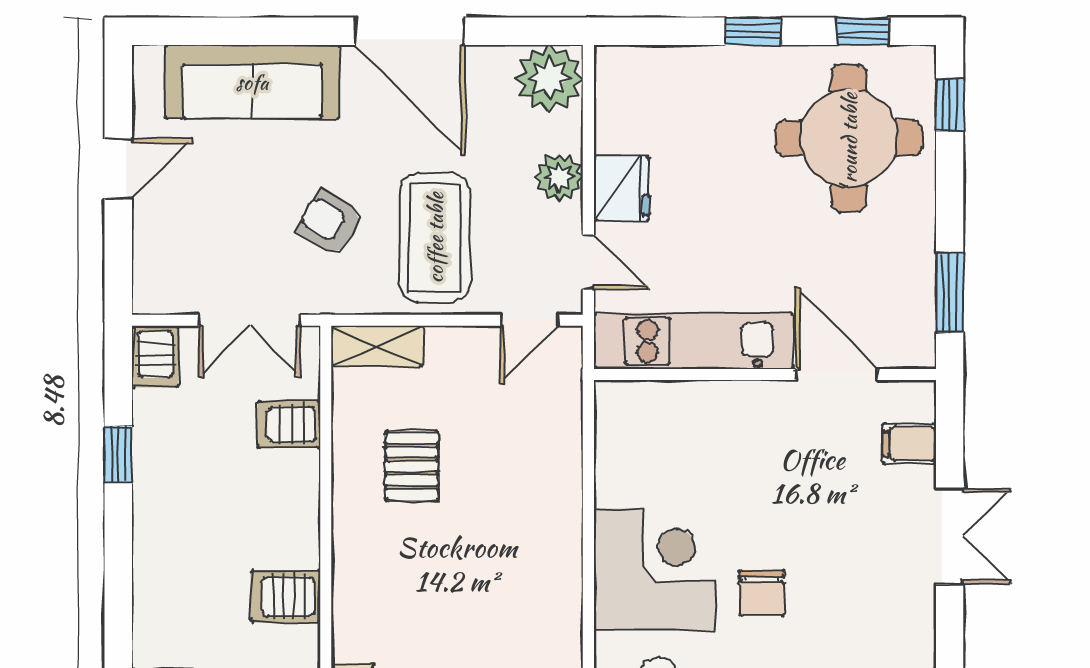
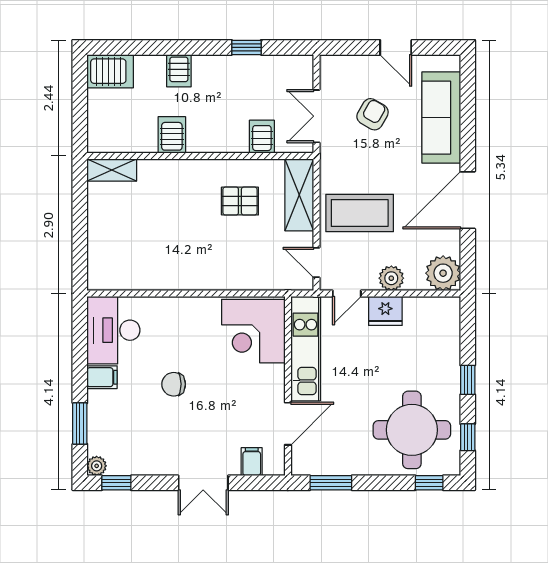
armchair: (330, 223) -> (373, 114), moved
shelving: (377, 346) -> (299, 195), width x1.50, depth x1.33
server rack: (155, 357) -> (179, 71), moved, turned -90
corner desk: (654, 569) -> (253, 331), moved, turned 90

